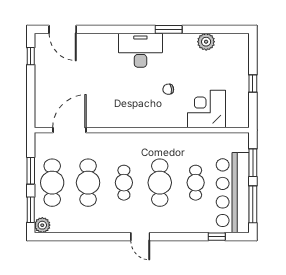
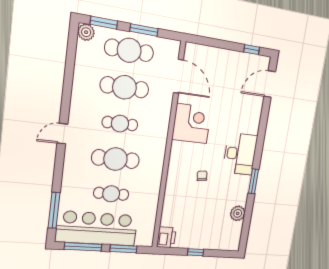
corner desk: (207, 109) -> (192, 124), moved
printer: (238, 119) -> (166, 237), added
window: (217, 237) -> (54, 210), width x2.17

